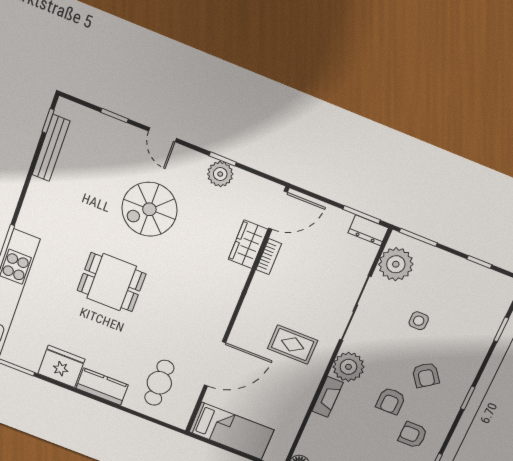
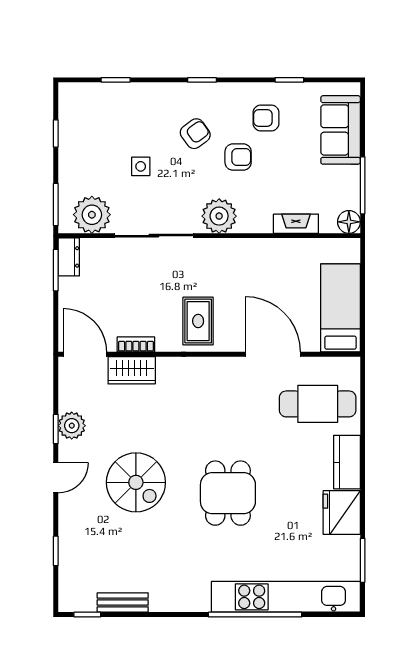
door: (163, 135) -> (56, 478), moved
bench: (51, 148) -> (123, 603), width x0.73
rug: (293, 344) -> (198, 321), moved
cafe table: (159, 383) -> (318, 404), width x1.37, depth x1.35
fireplace: (328, 397) -> (296, 224), moved
armchair: (413, 435) -> (266, 118), turned 90

